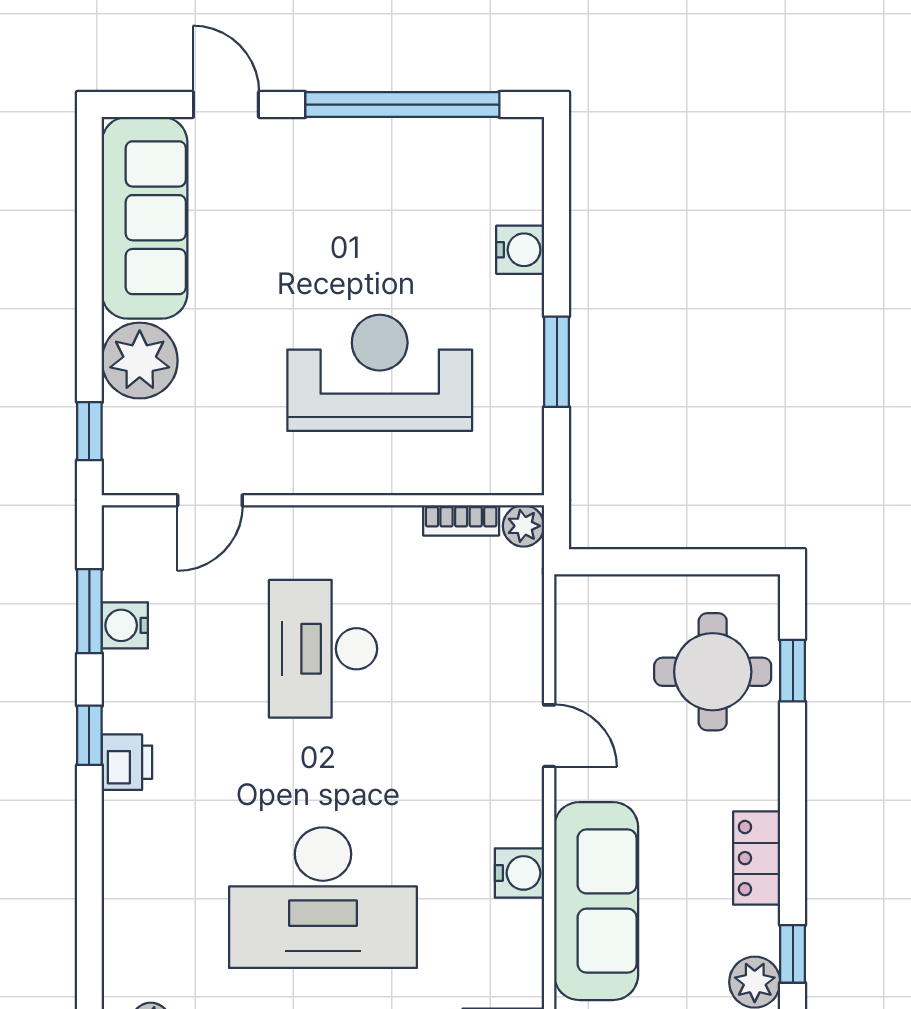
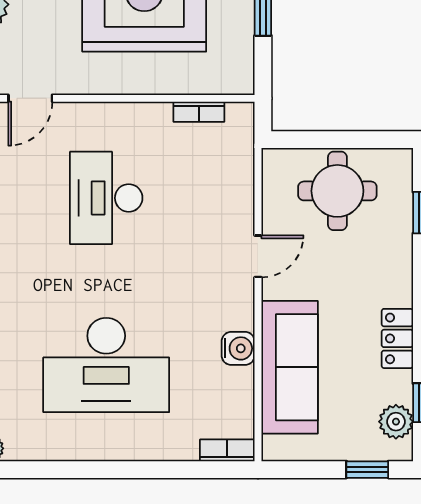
plant: (524, 526) -> (241, 115), removed
round table: (713, 672) -> (337, 191), moved
door: (549, 736) -> (258, 256), hinge flipped

